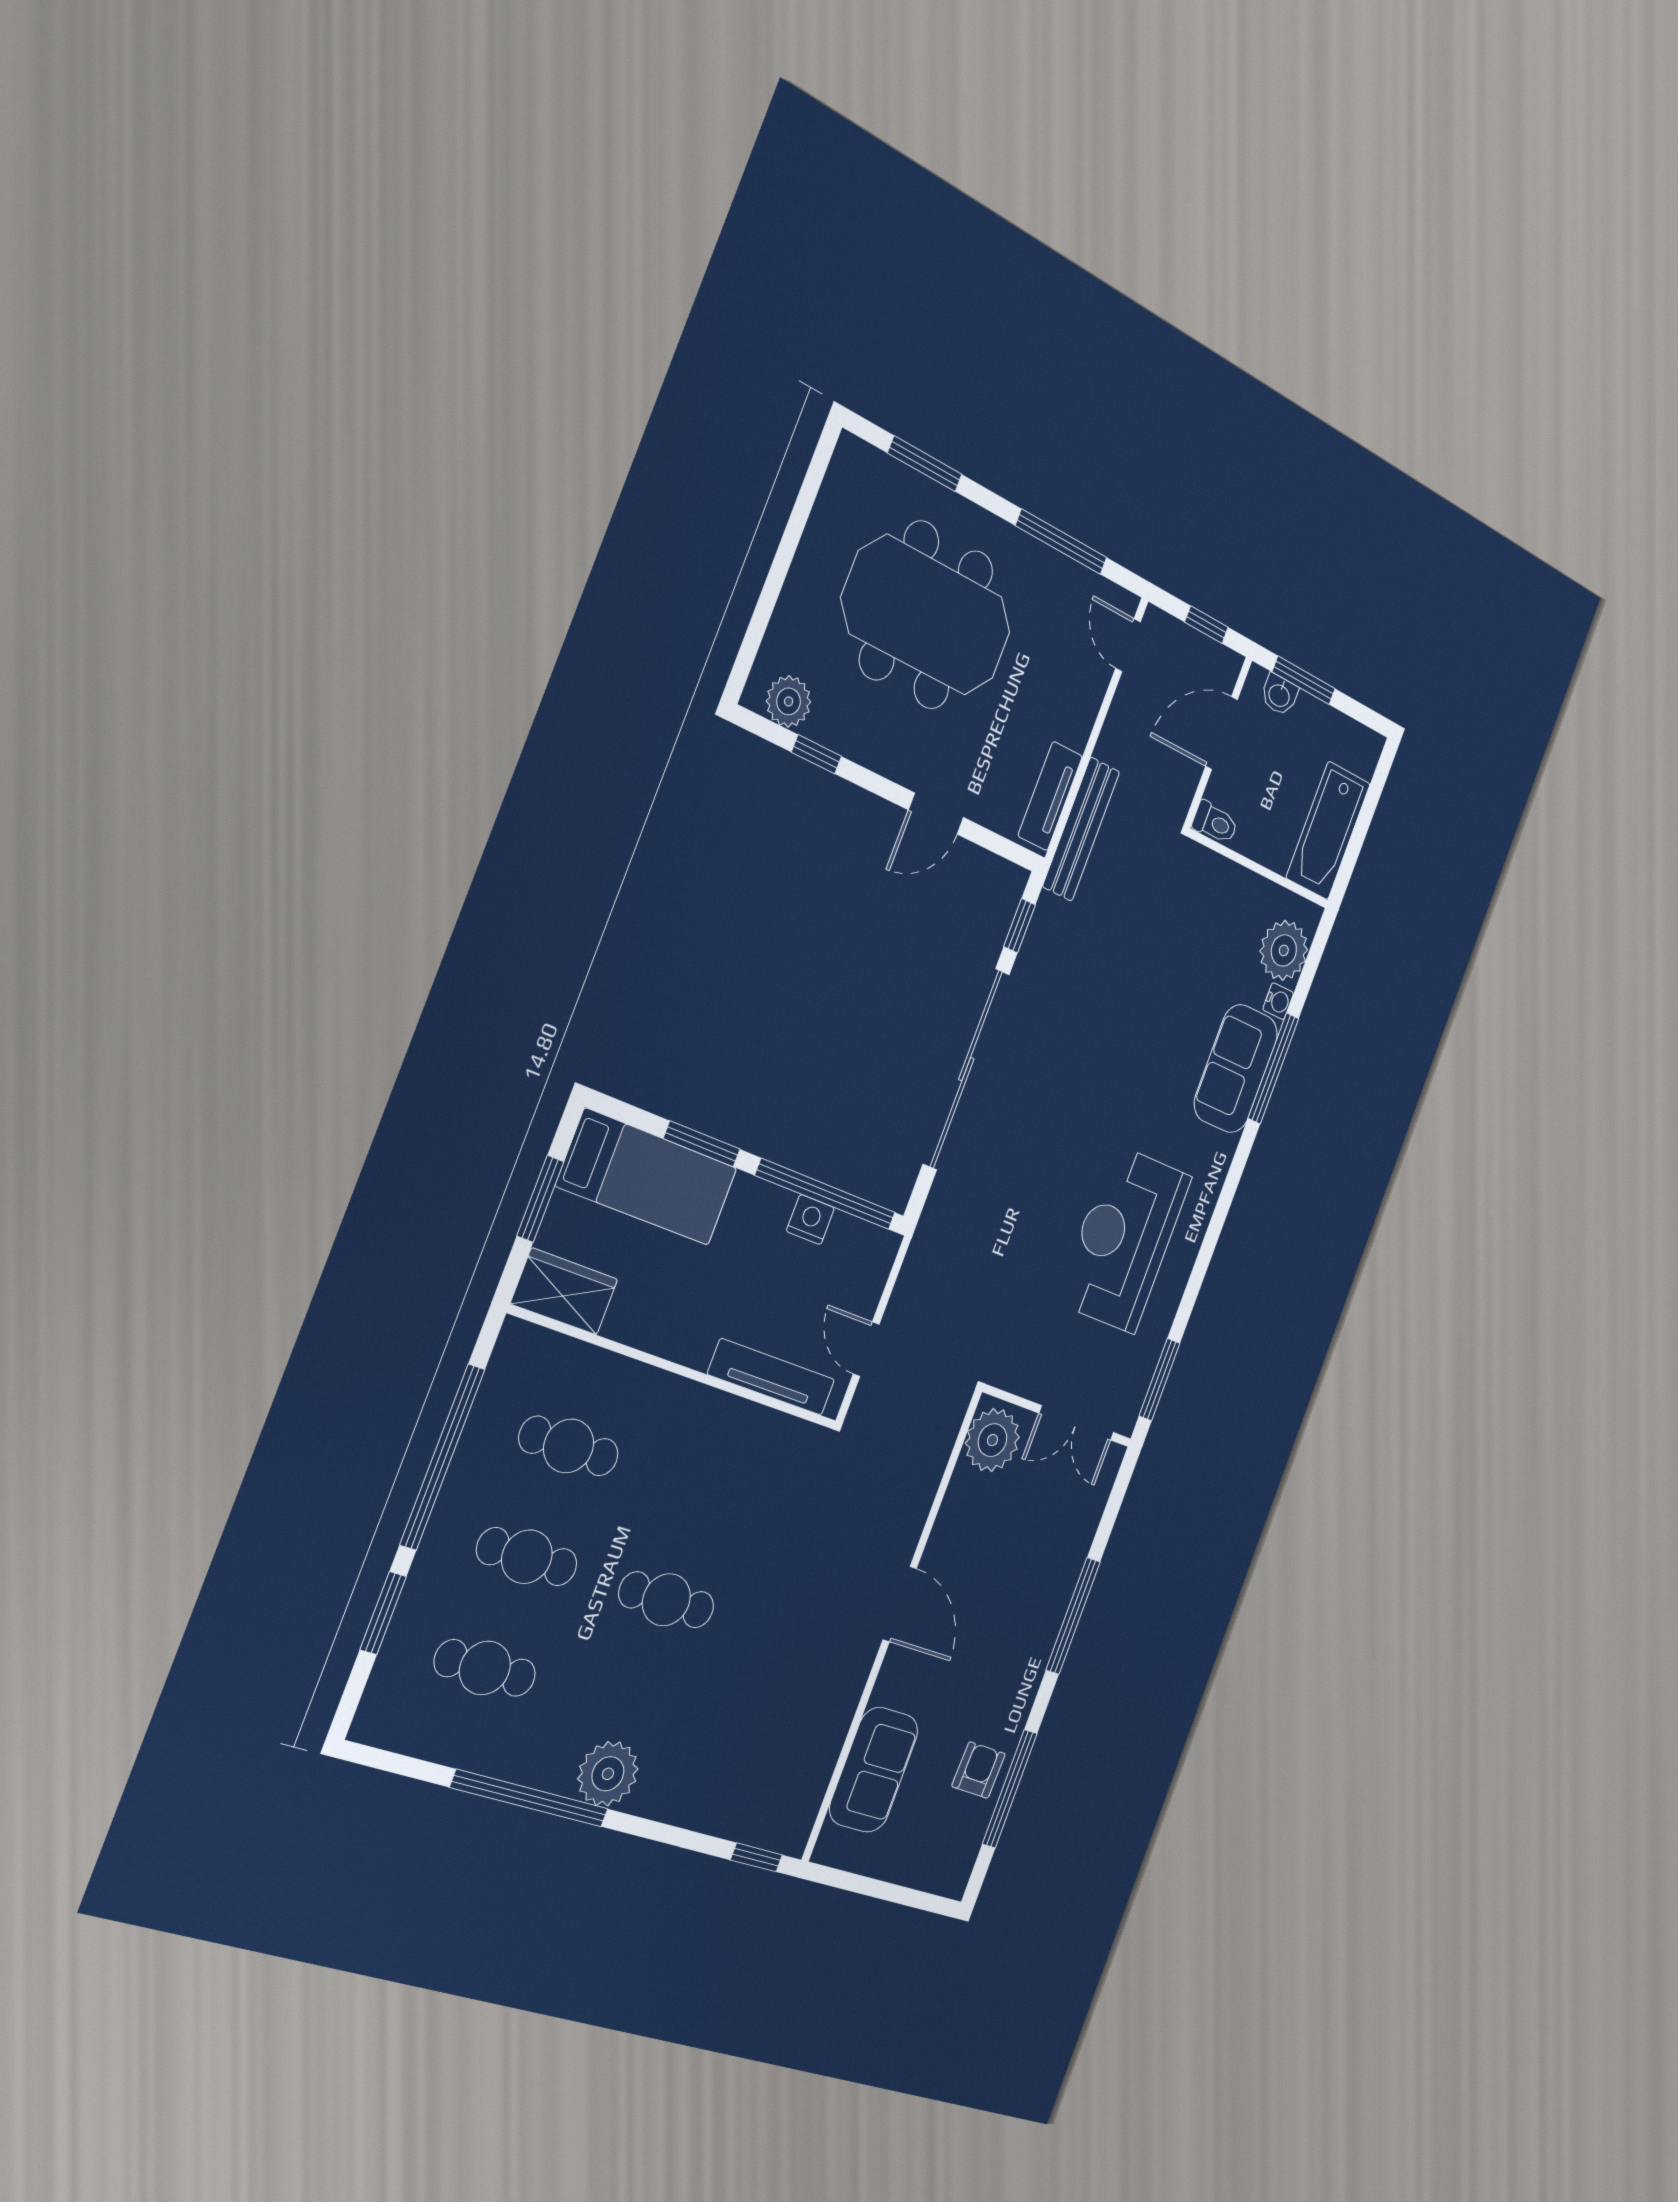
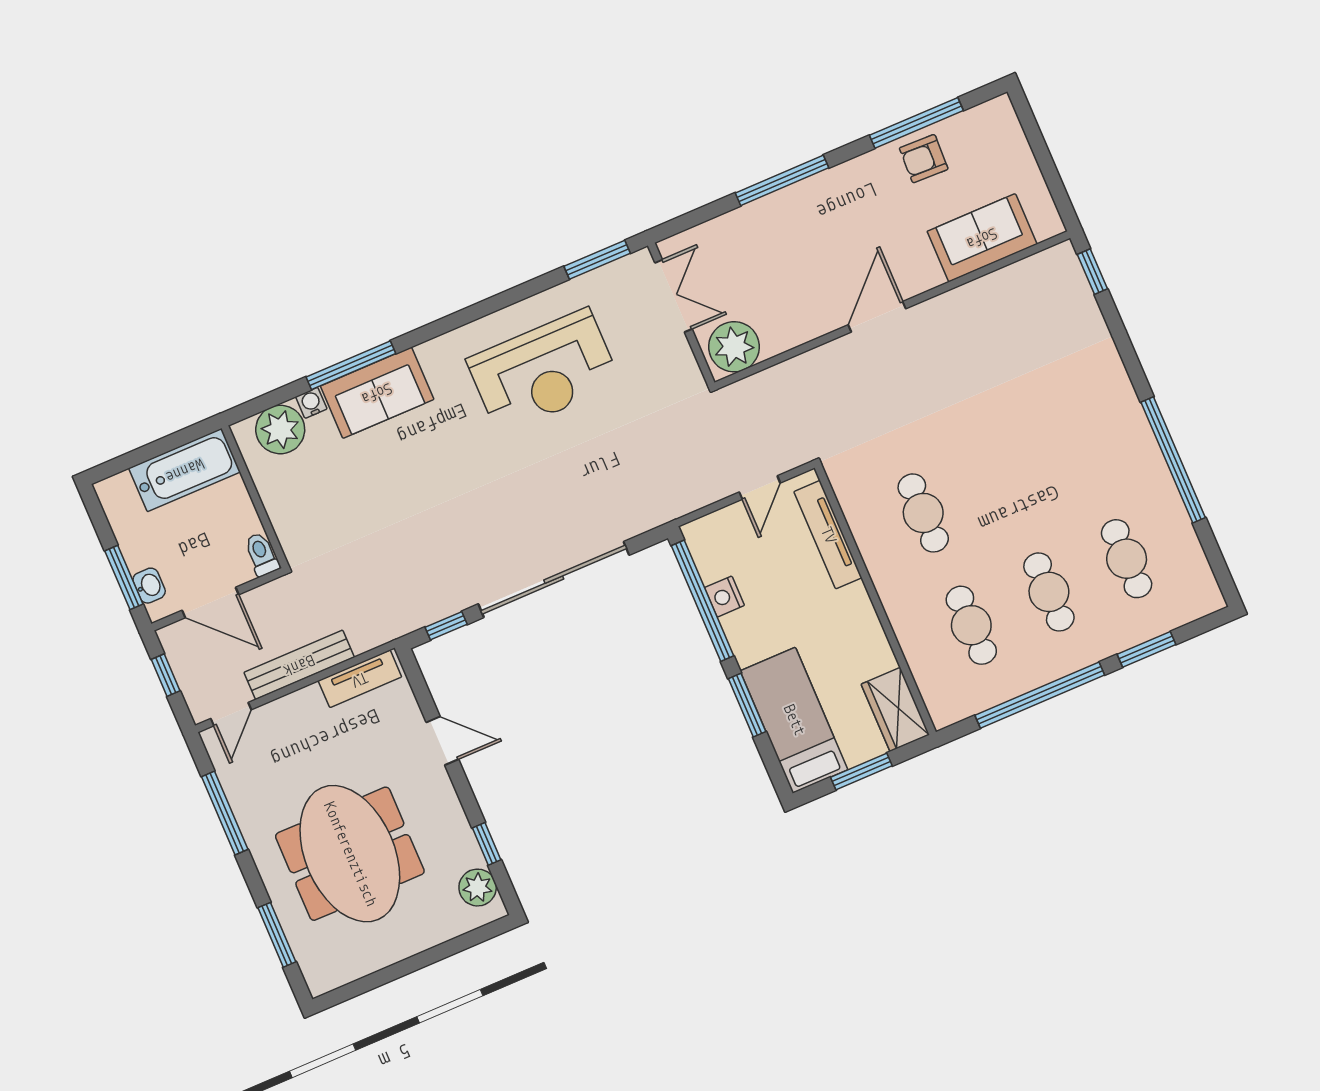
bench: (1081, 829) -> (299, 665), moved
cafe table: (666, 1600) -> (923, 513), moved
plant: (608, 1774) -> (1122, 422), removed

